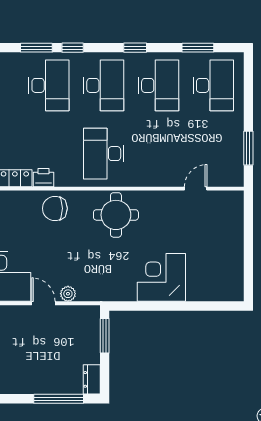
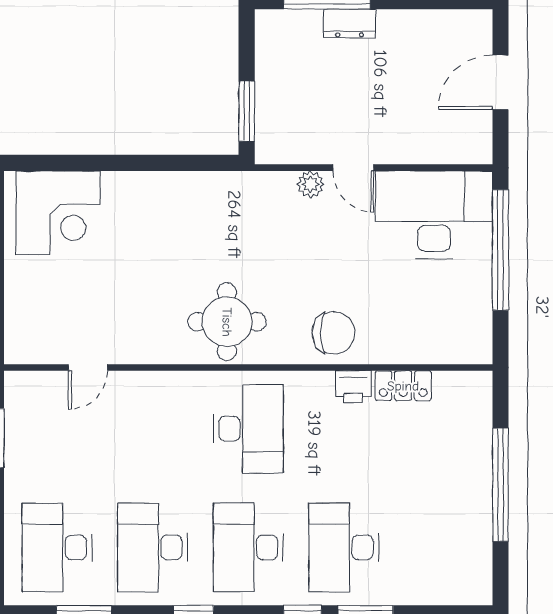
corner desk: (161, 277) -> (58, 213), moved
dresser: (92, 379) -> (350, 24), moved, turned 90

